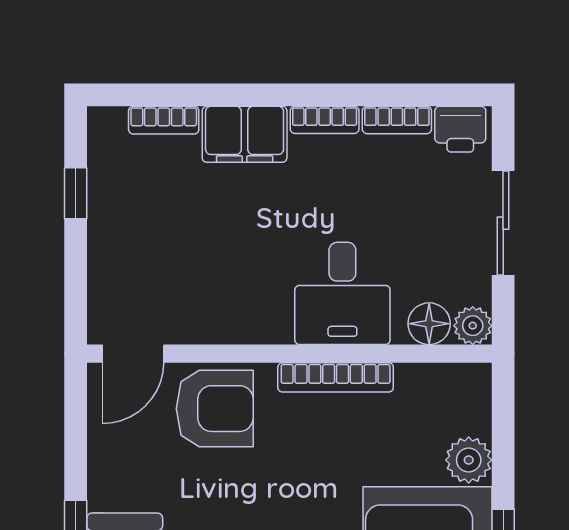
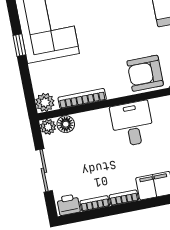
desk: (342, 293) -> (132, 124), moved
bookcase: (336, 377) -> (82, 99), moved
plant: (469, 460) -> (45, 102), moved

